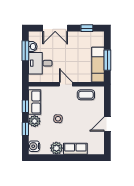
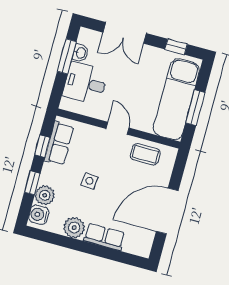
exam couch: (98, 65) -> (177, 99), width x1.36, depth x1.45
plant: (35, 121) -> (45, 195), moved
door: (107, 124) -> (167, 211), width x1.88

